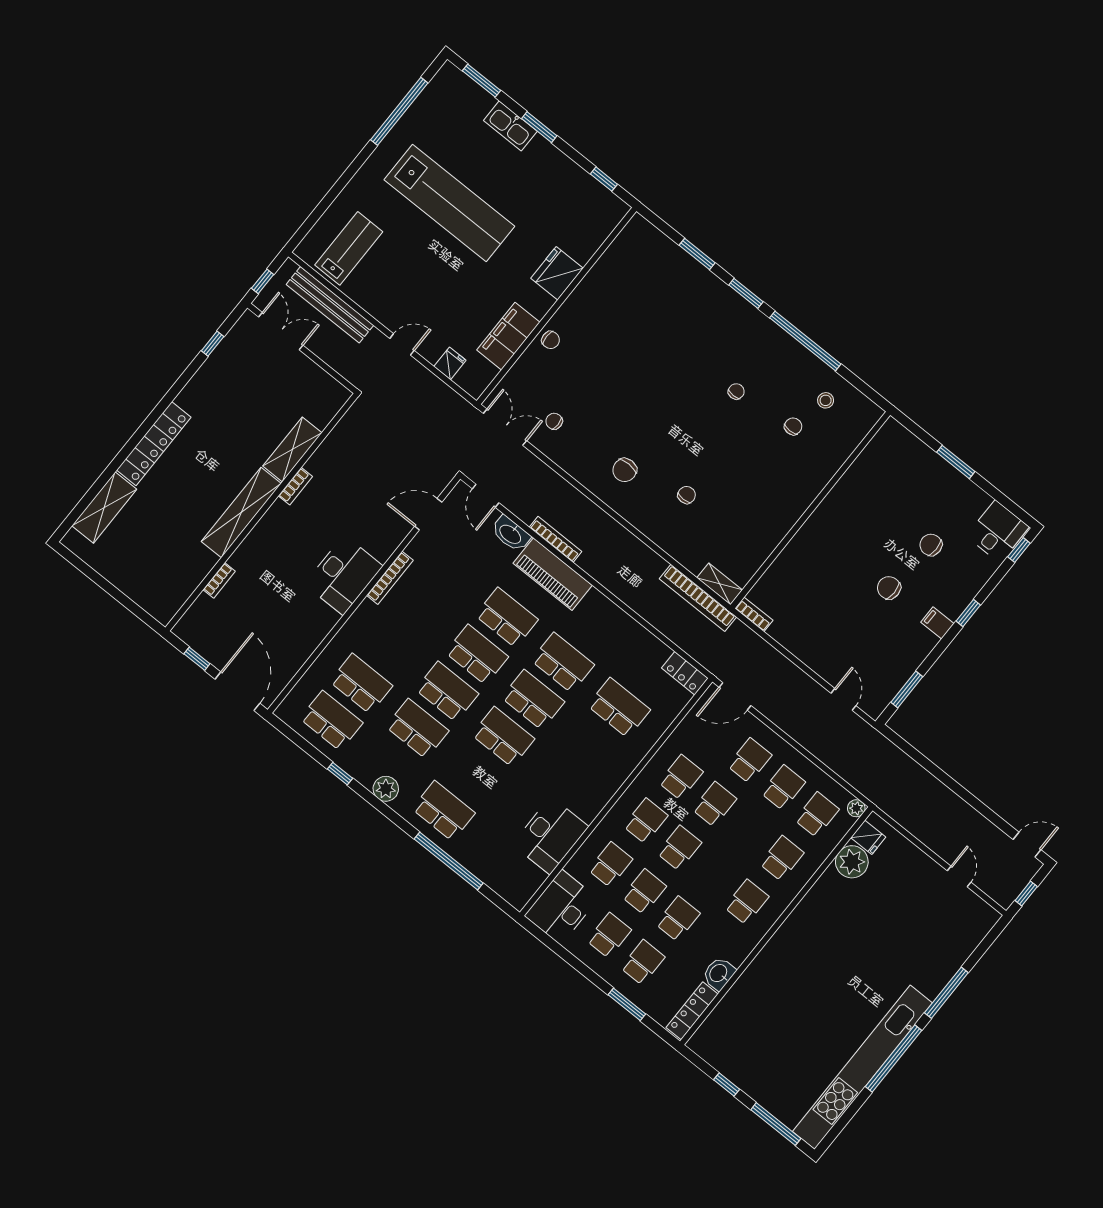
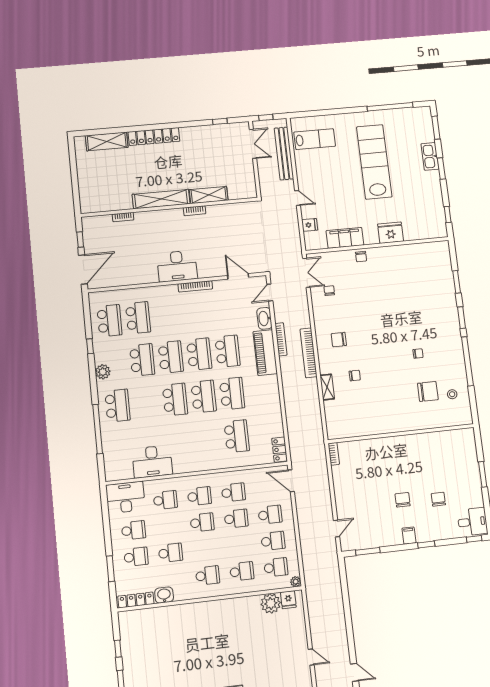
lab bench: (449, 203) -> (374, 162), turned 180
chair: (793, 426) -> (428, 391), width x1.87, depth x1.87
shelving: (720, 584) -> (327, 387), moved
bookcase: (698, 598) -> (309, 353), moved
door: (959, 876) -> (311, 657), hinge flipped
school desk: (644, 892) -> (168, 526), removed

